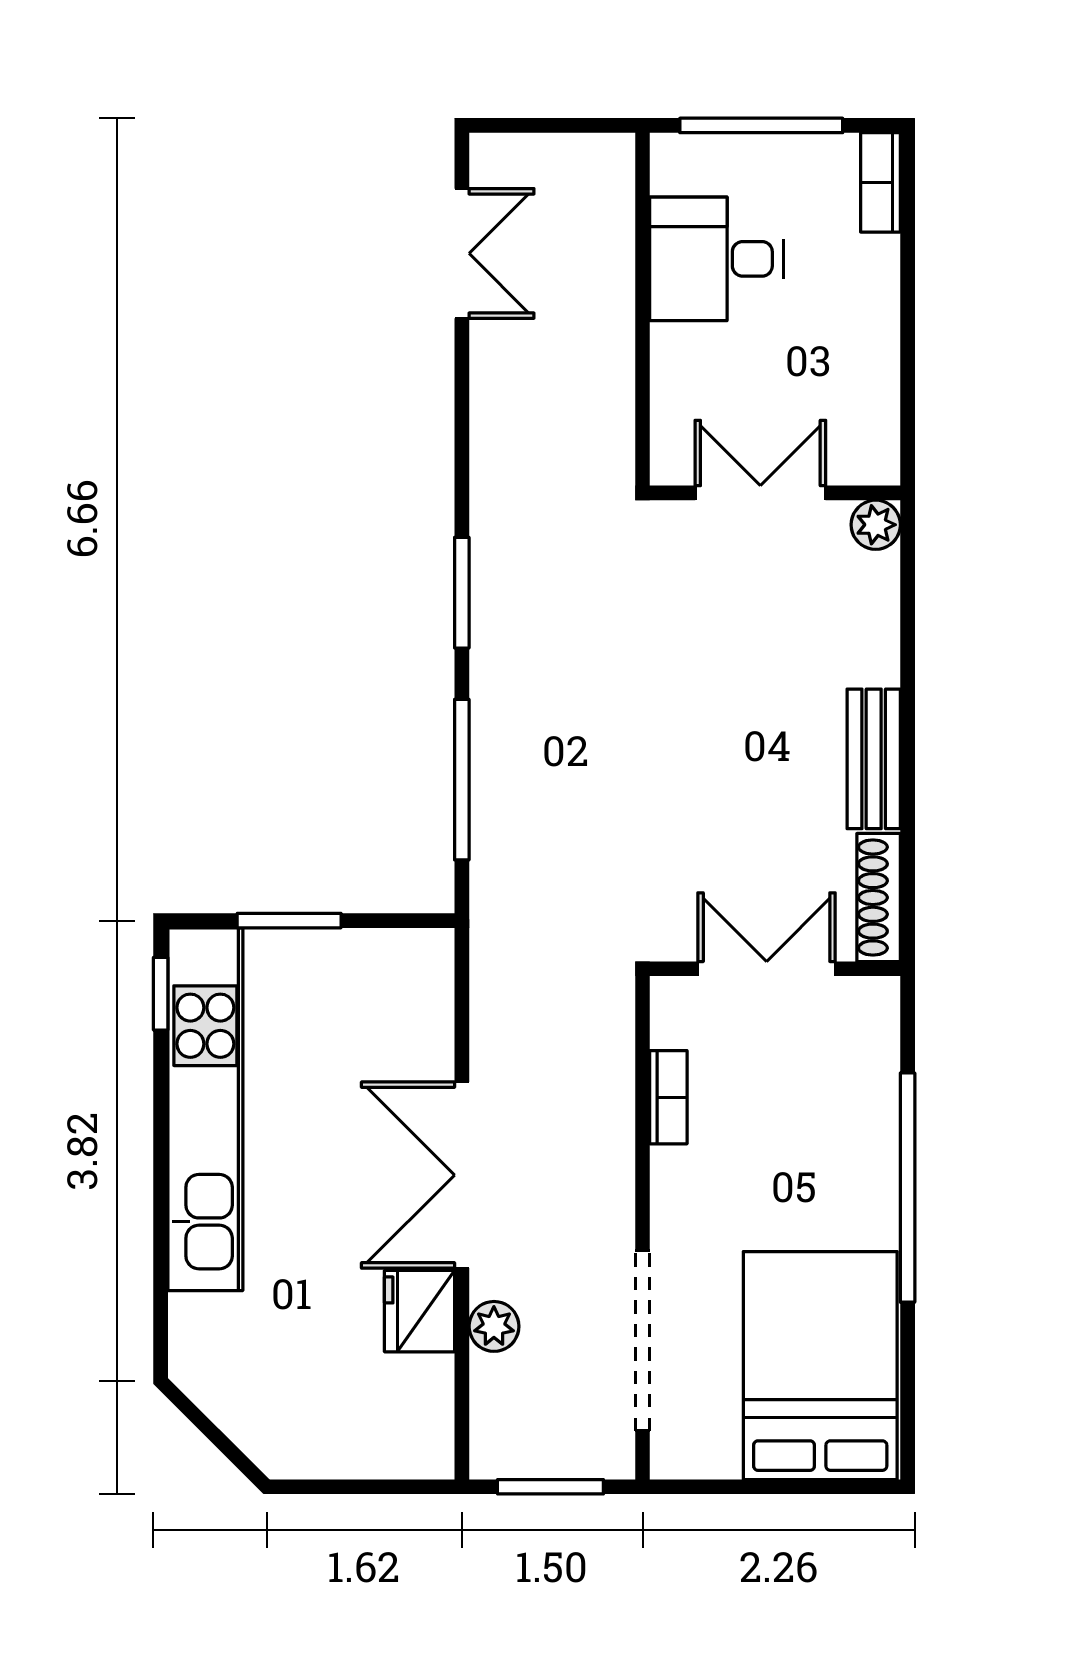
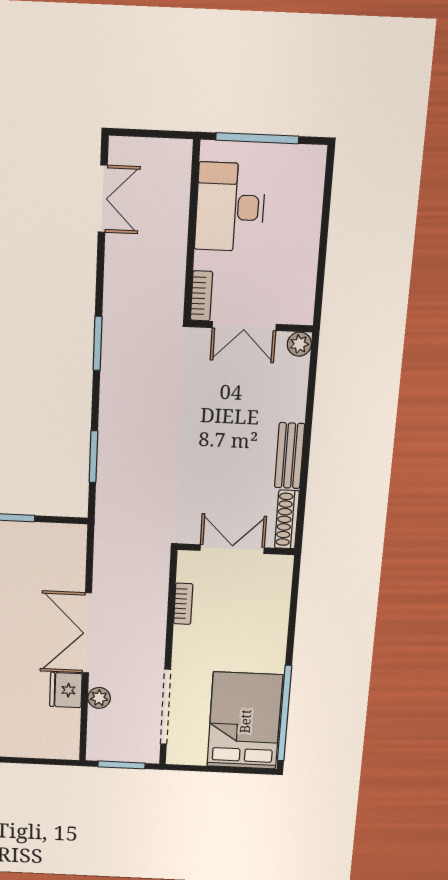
bookcase: (880, 182) -> (201, 296), moved, turned 180
desk: (716, 259) -> (230, 207), width x1.37
double door: (760, 493) -> (244, 326), swing flipped
window: (462, 593) -> (97, 343), moved
window: (462, 780) -> (93, 457), width x0.69
window: (908, 1188) -> (285, 713), moved

